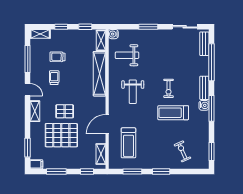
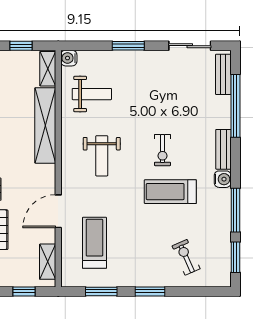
weight bench: (127, 55) -> (92, 94), turned 180
window: (212, 108) -> (235, 210), moved
treadmill: (128, 143) -> (94, 243), turned 180

